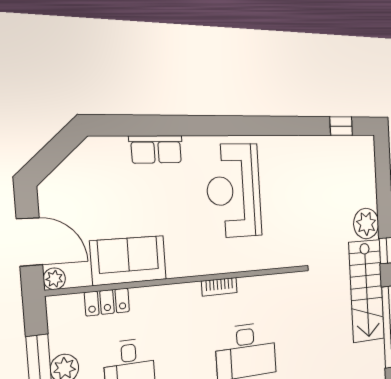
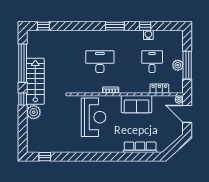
row of seats: (156, 149) -> (140, 147), width x1.48
reception desk: (234, 191) -> (94, 117), moved
sofa: (129, 260) -> (137, 104), moved

